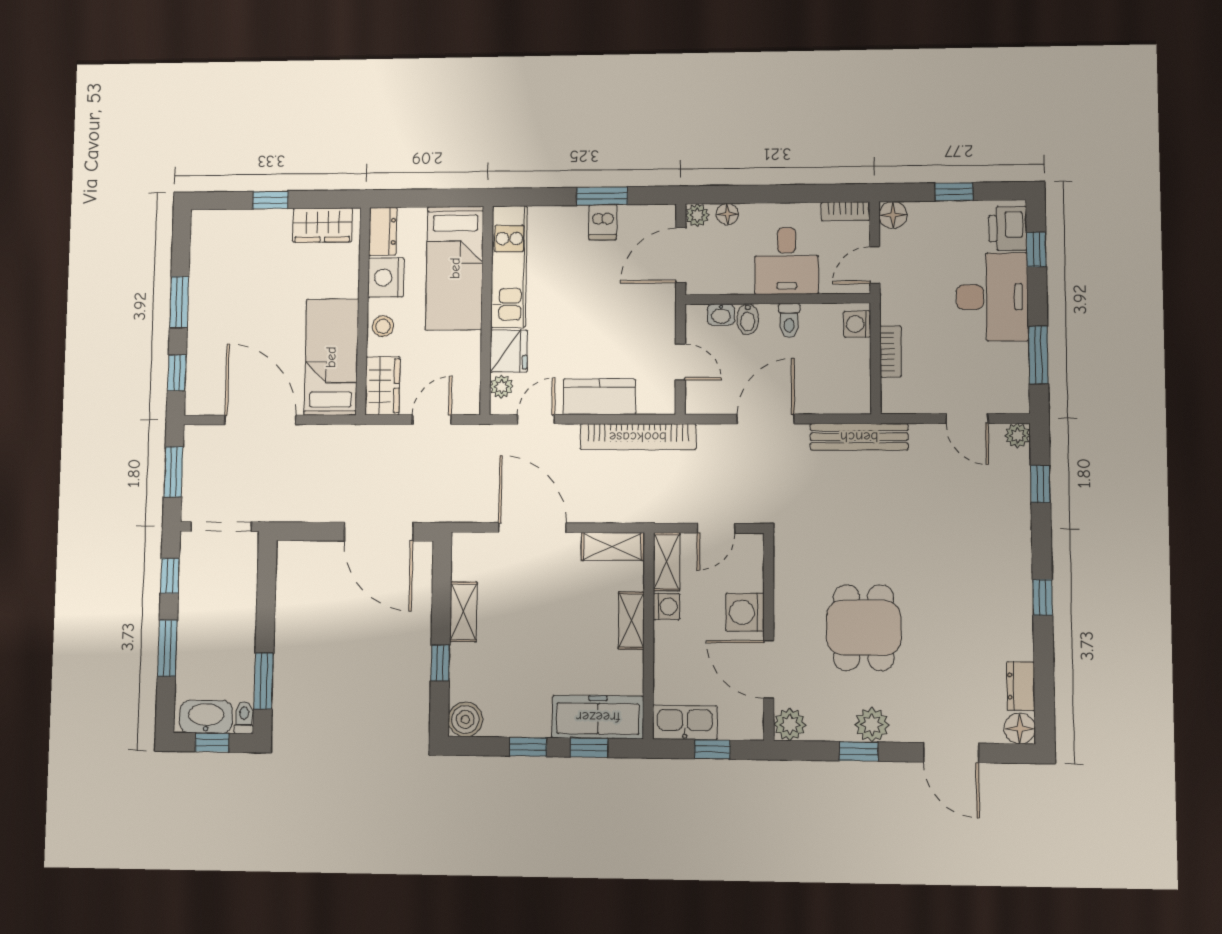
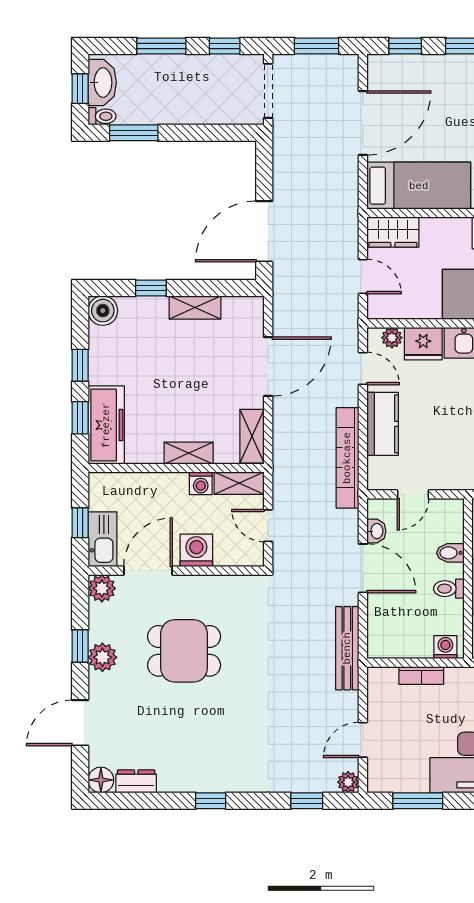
washbasin: (721, 315) -> (376, 531), moved, turned 180
stool: (383, 326) -> (446, 231), removed
kitchen sink: (685, 722) -> (102, 539), moved

